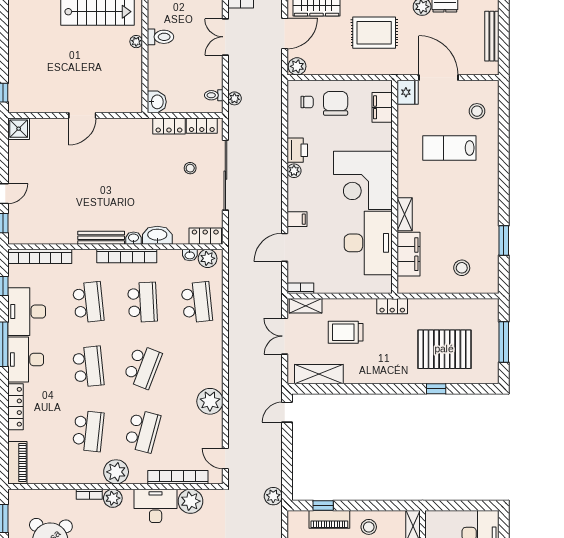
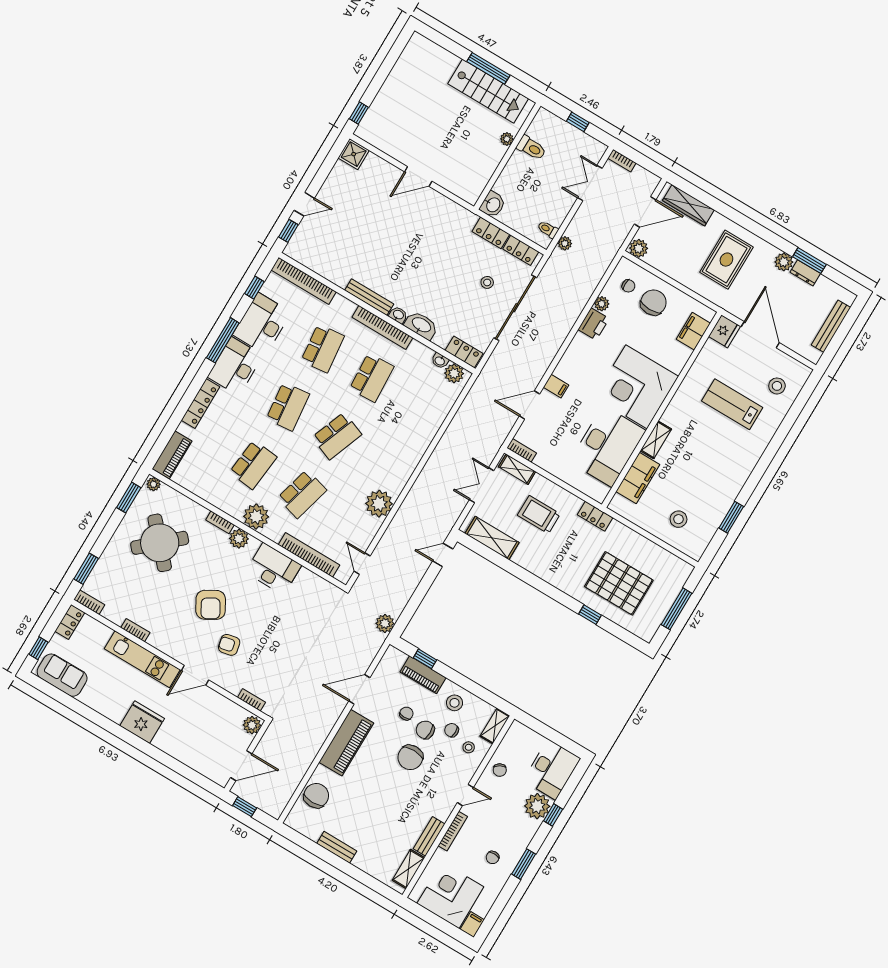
rug: (374, 33) -> (726, 260), turned 90
plant: (294, 171) -> (602, 304), moved
school desk: (197, 302) -> (421, 407), removed
plant: (191, 501) -> (154, 484), moved, width x0.53, depth x0.53

